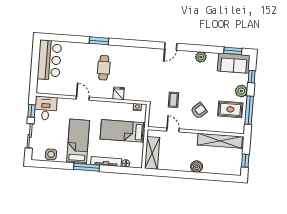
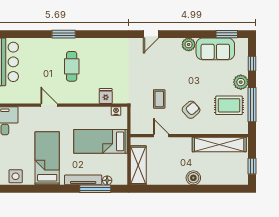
sofa: (234, 63) -> (215, 49), moved
fridge: (119, 93) -> (106, 96), moved
window: (87, 167) -> (95, 189), moved

